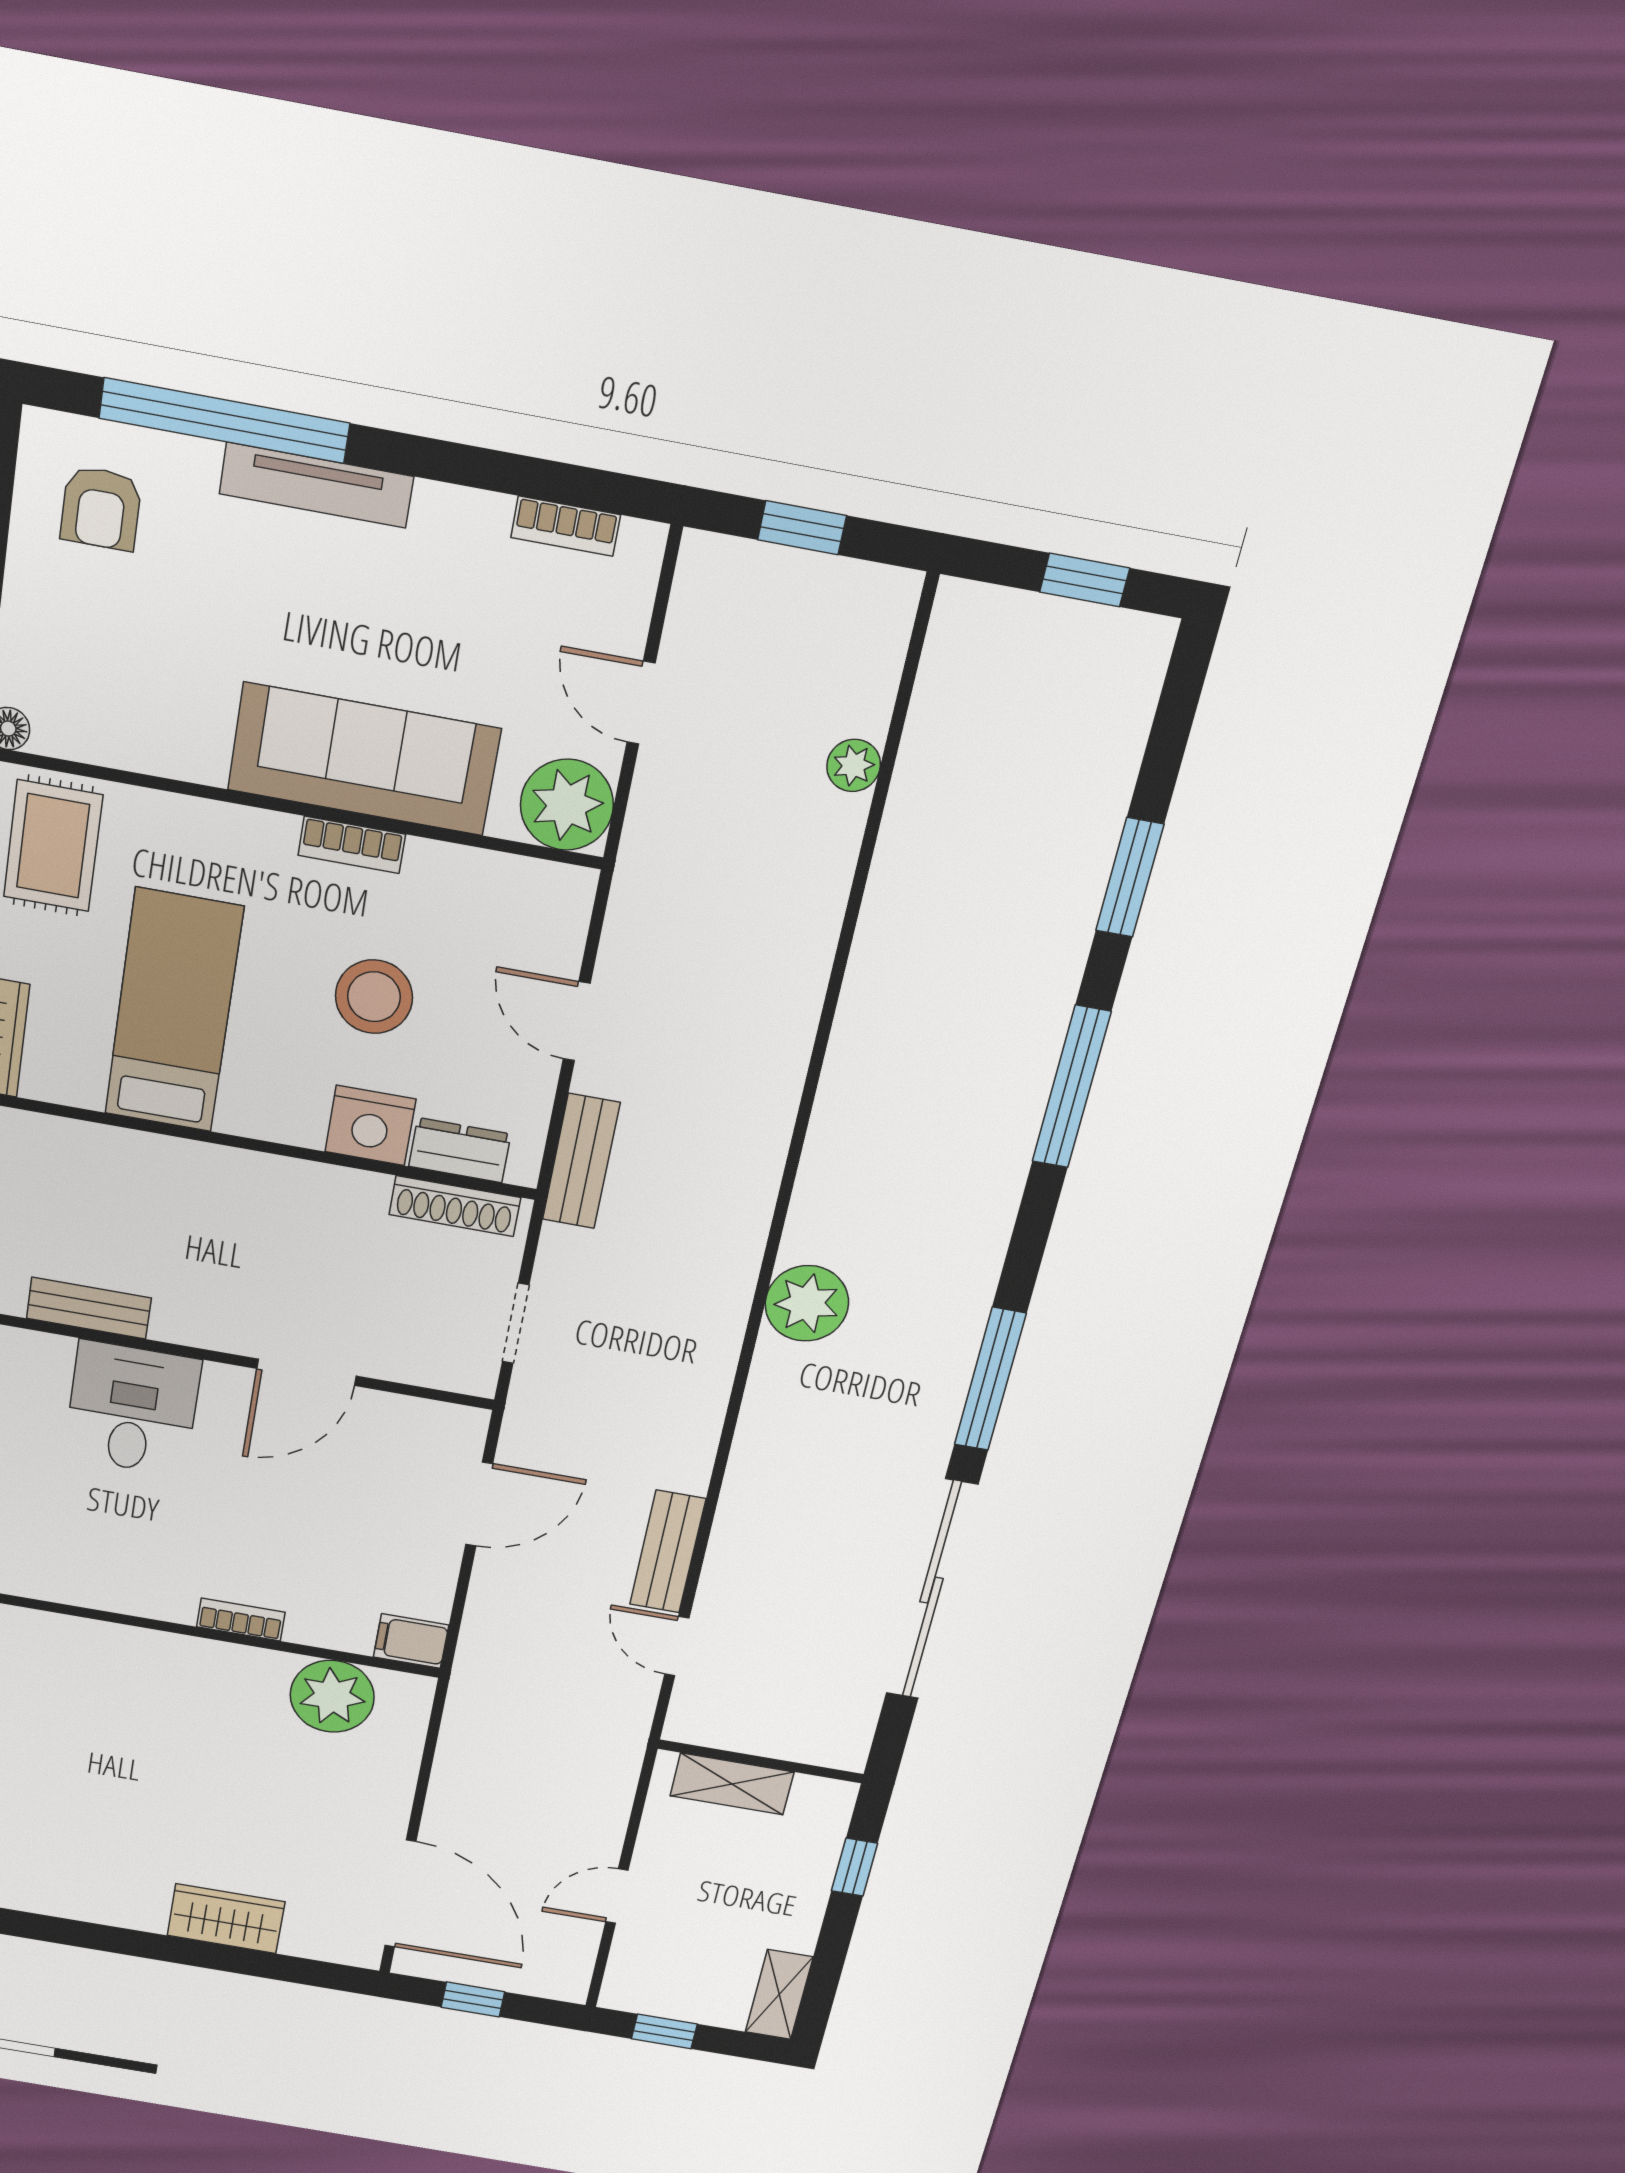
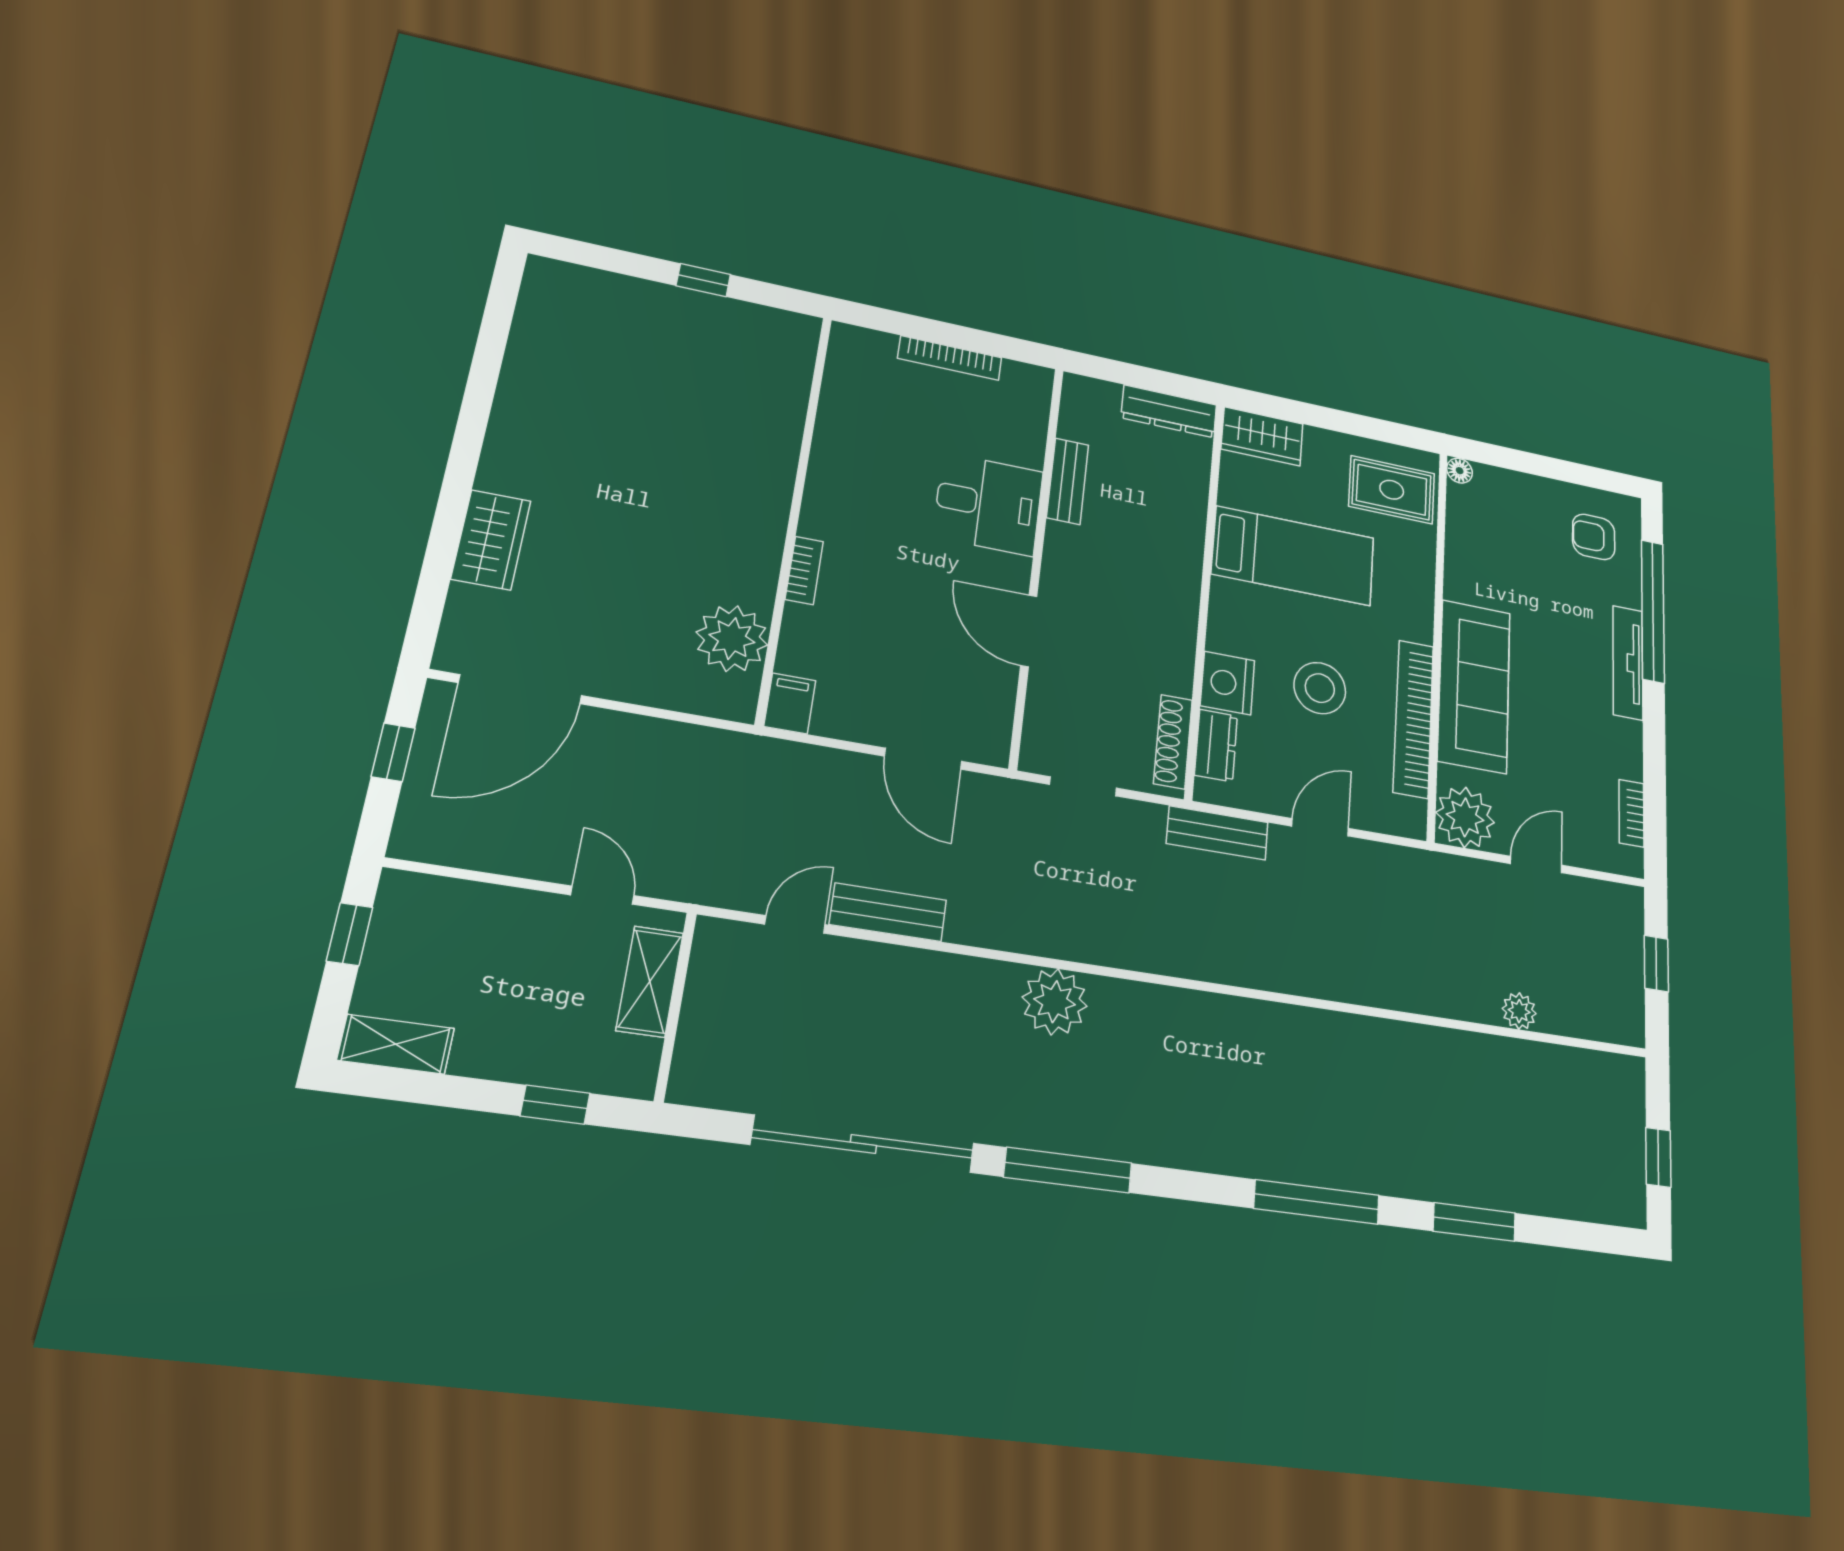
bookcase: (352, 845) -> (1413, 719), width x2.31, depth x1.31
plant: (807, 1303) -> (1055, 1002), moved
door: (617, 1896) -> (602, 895), moved

